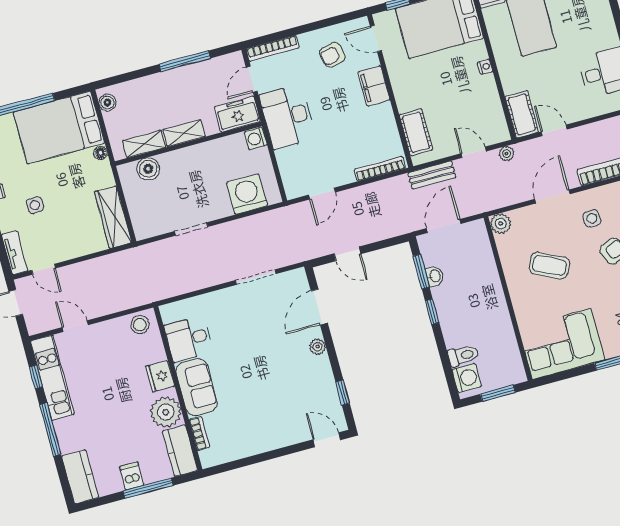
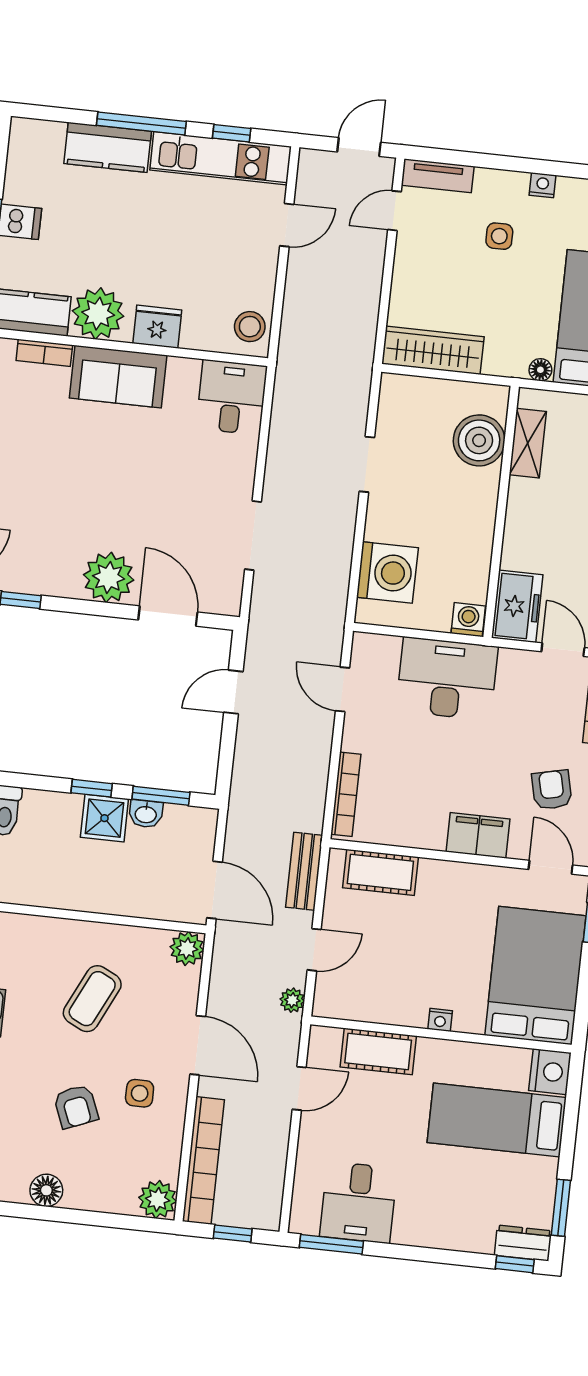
door: (376, 38) -> (551, 867), hinge flipped
cot: (522, 114) -> (378, 1051), moved
desk: (288, 117) -> (447, 679), moved
shelving: (184, 133) -> (520, 512), removed
boiler: (148, 169) -> (479, 440), width x1.37, depth x1.37
door: (444, 226) -> (215, 890), moved
shower: (446, 298) -> (104, 818), added
desk: (189, 339) -> (232, 397), moved
plant: (318, 347) -> (109, 577), width x1.87, depth x1.87
kitchen counter: (80, 477) -> (108, 147), moved

